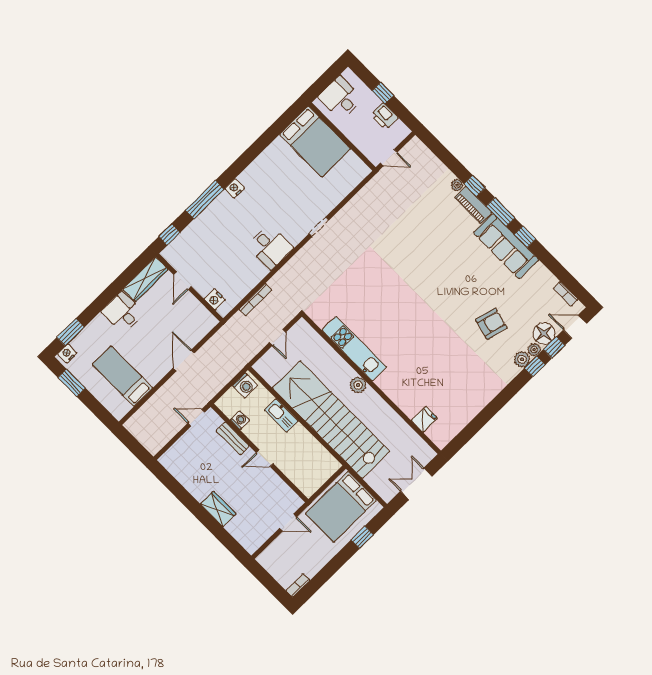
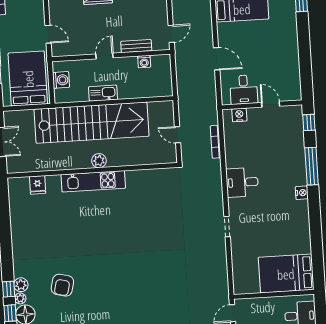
wardrobe: (146, 279) -> (293, 80), removed
desk: (123, 312) -> (244, 90), moved, turned 90
kitchen unit: (354, 349) -> (93, 181), moved
washing machine: (245, 385) -> (61, 80), moved, turned 180
kitchen sink: (281, 416) -> (103, 93), moved
door: (288, 523) -> (48, 34), swing flipped

